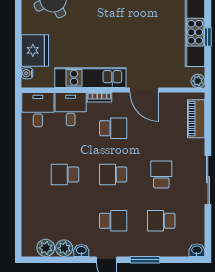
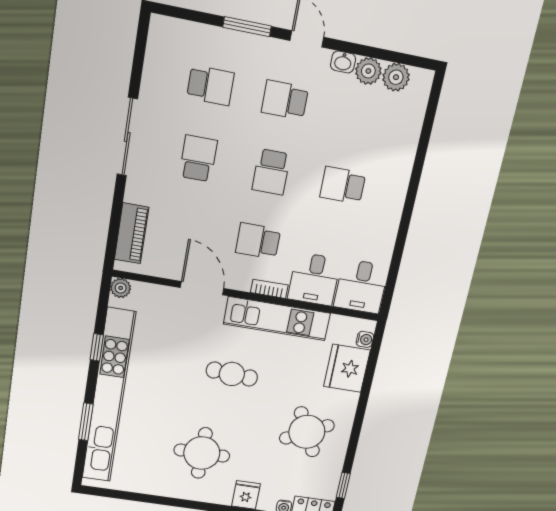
cafe table: (114, 33) -> (232, 374), added
school desk: (65, 175) -> (343, 185), turned 180
school desk: (113, 175) -> (271, 172), turned 90
school desk: (161, 175) -> (198, 158), turned 180
washbasin: (197, 250) -> (162, 26), removed

